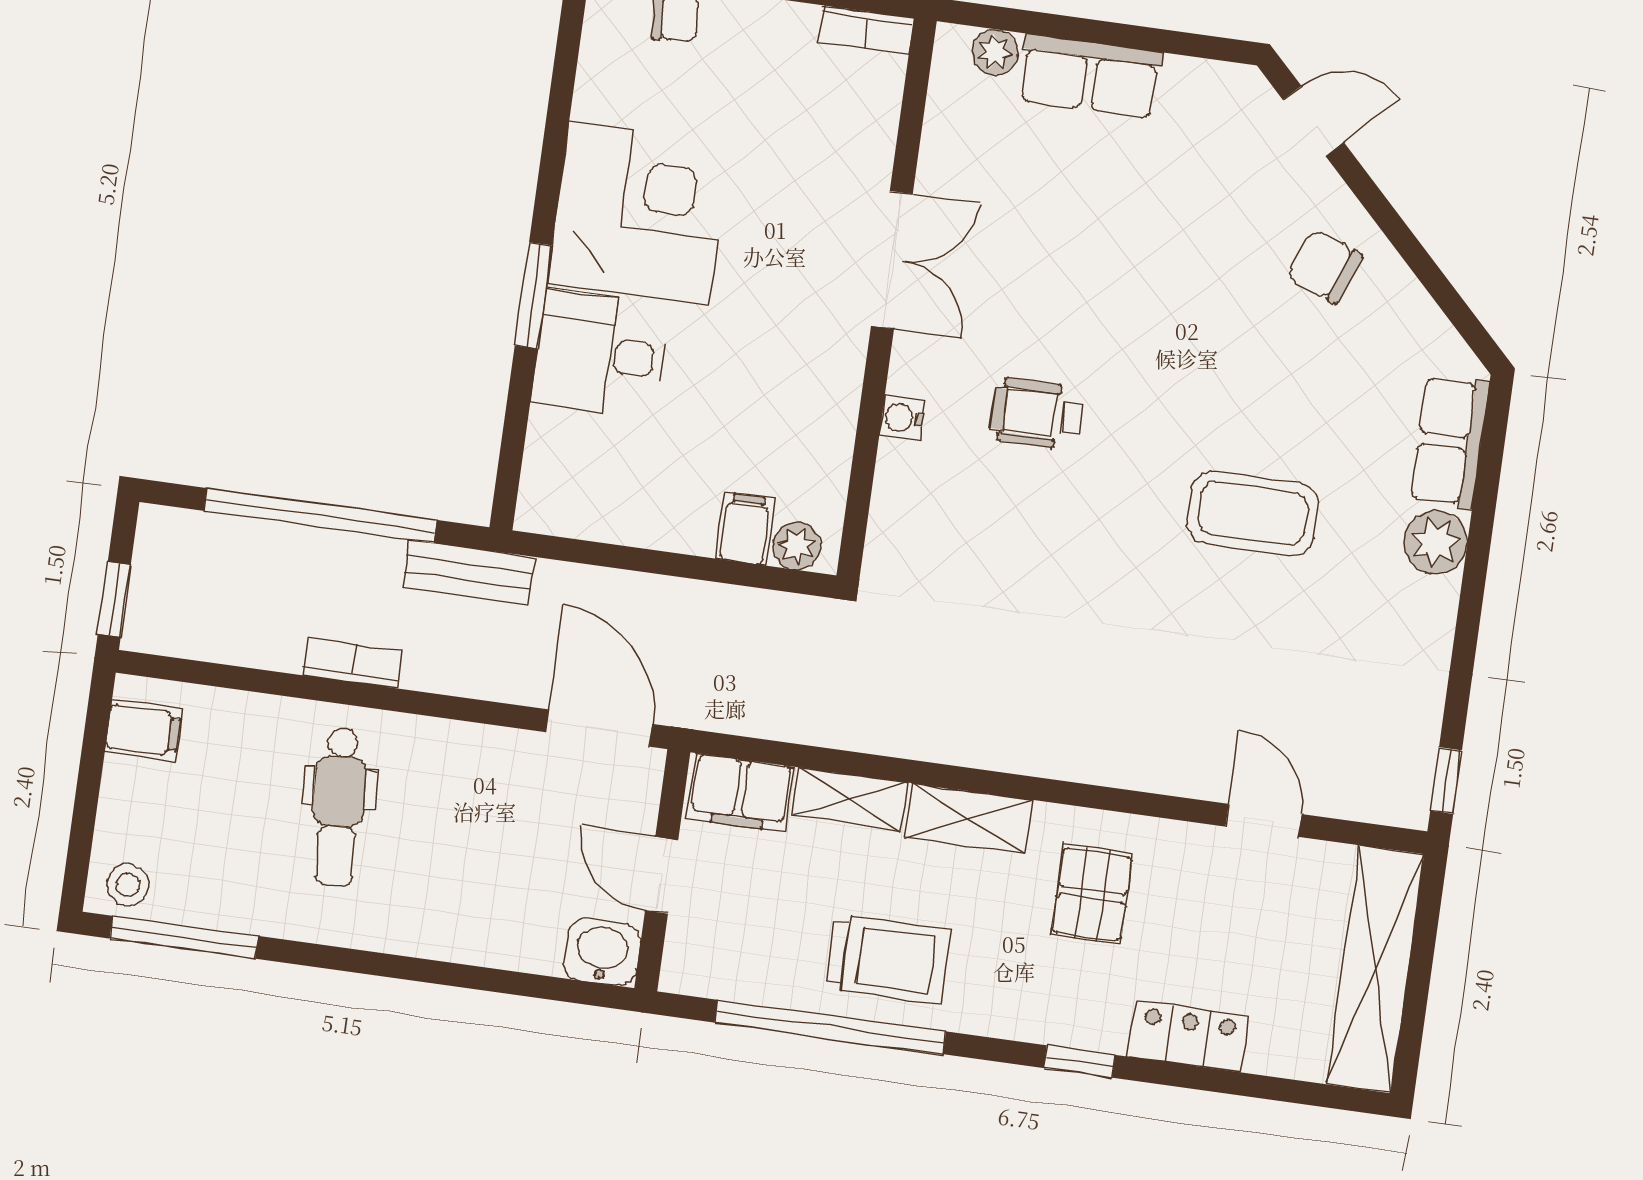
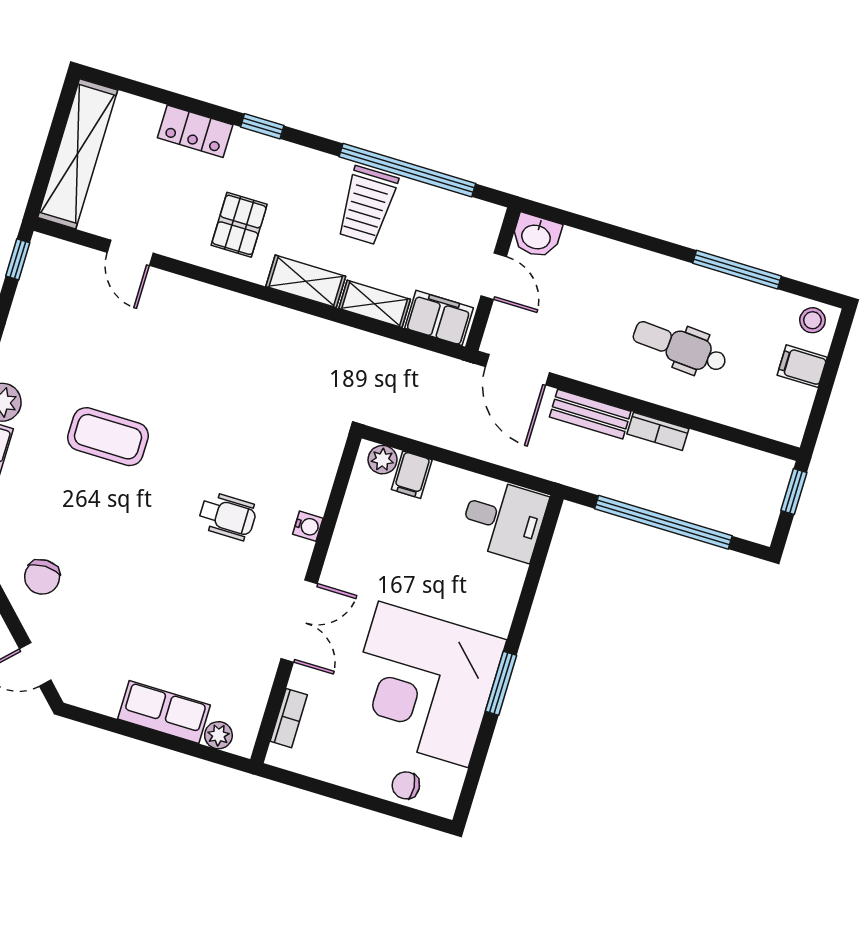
bookcase: (866, 30) -> (289, 718), moved, turned 90
corner desk: (639, 213) -> (423, 684), width x1.36, depth x1.36
double door: (892, 260) -> (299, 621), swing flipped
chair: (1325, 266) -> (42, 577), turned 69
window: (533, 295) -> (501, 683), moved
desk: (600, 354) -> (504, 520), moved
bench: (469, 572) -> (590, 414), moved
filing cabinet: (143, 731) -> (802, 366), moved
dental chair: (338, 807) -> (680, 347), turned -82
window: (184, 937) -> (737, 270), moved
trolley: (887, 959) -> (367, 205), turned -90

